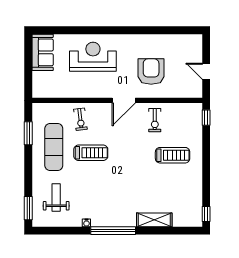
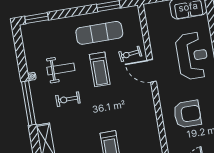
door: (124, 100) -> (152, 71), moved
exercise bike: (155, 120) -> (68, 99), moved
weight bench: (56, 197) -> (61, 69), moved

